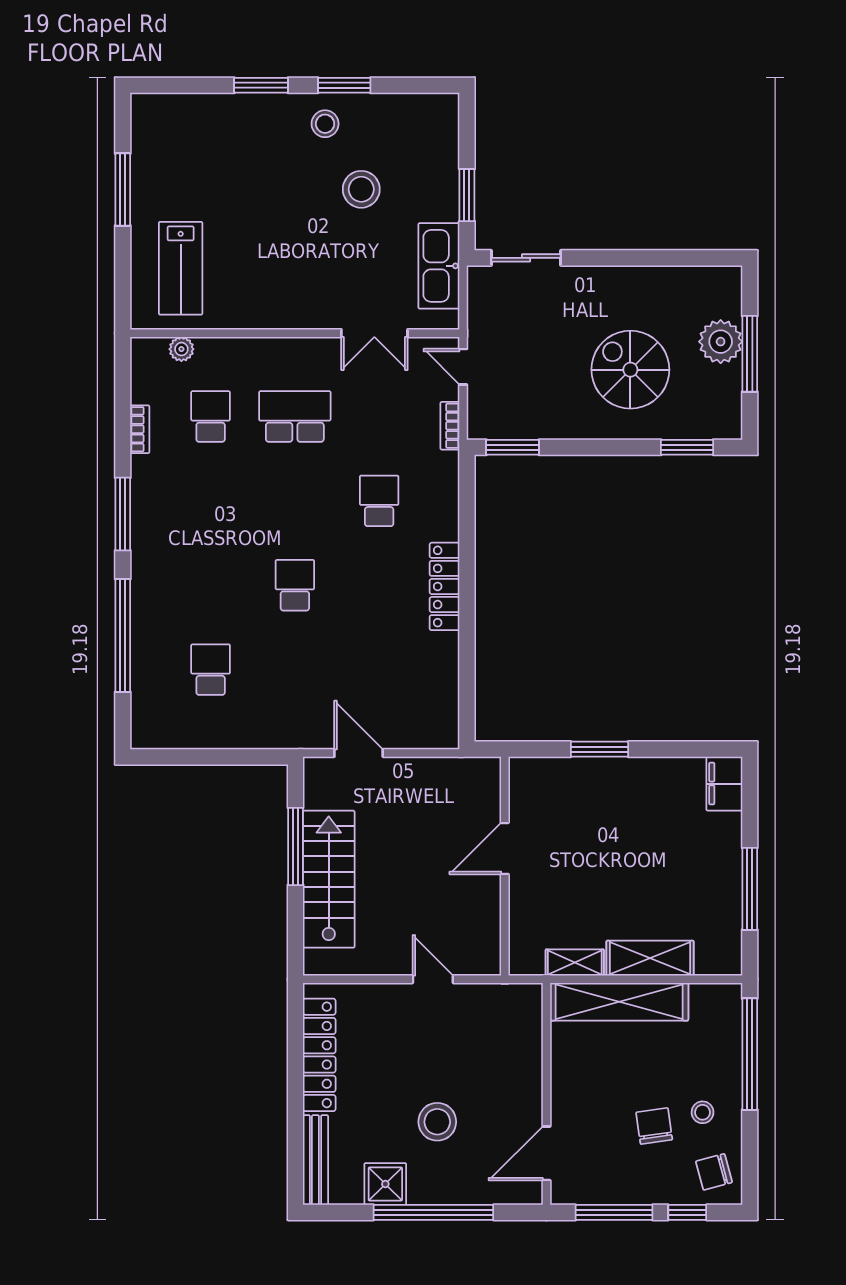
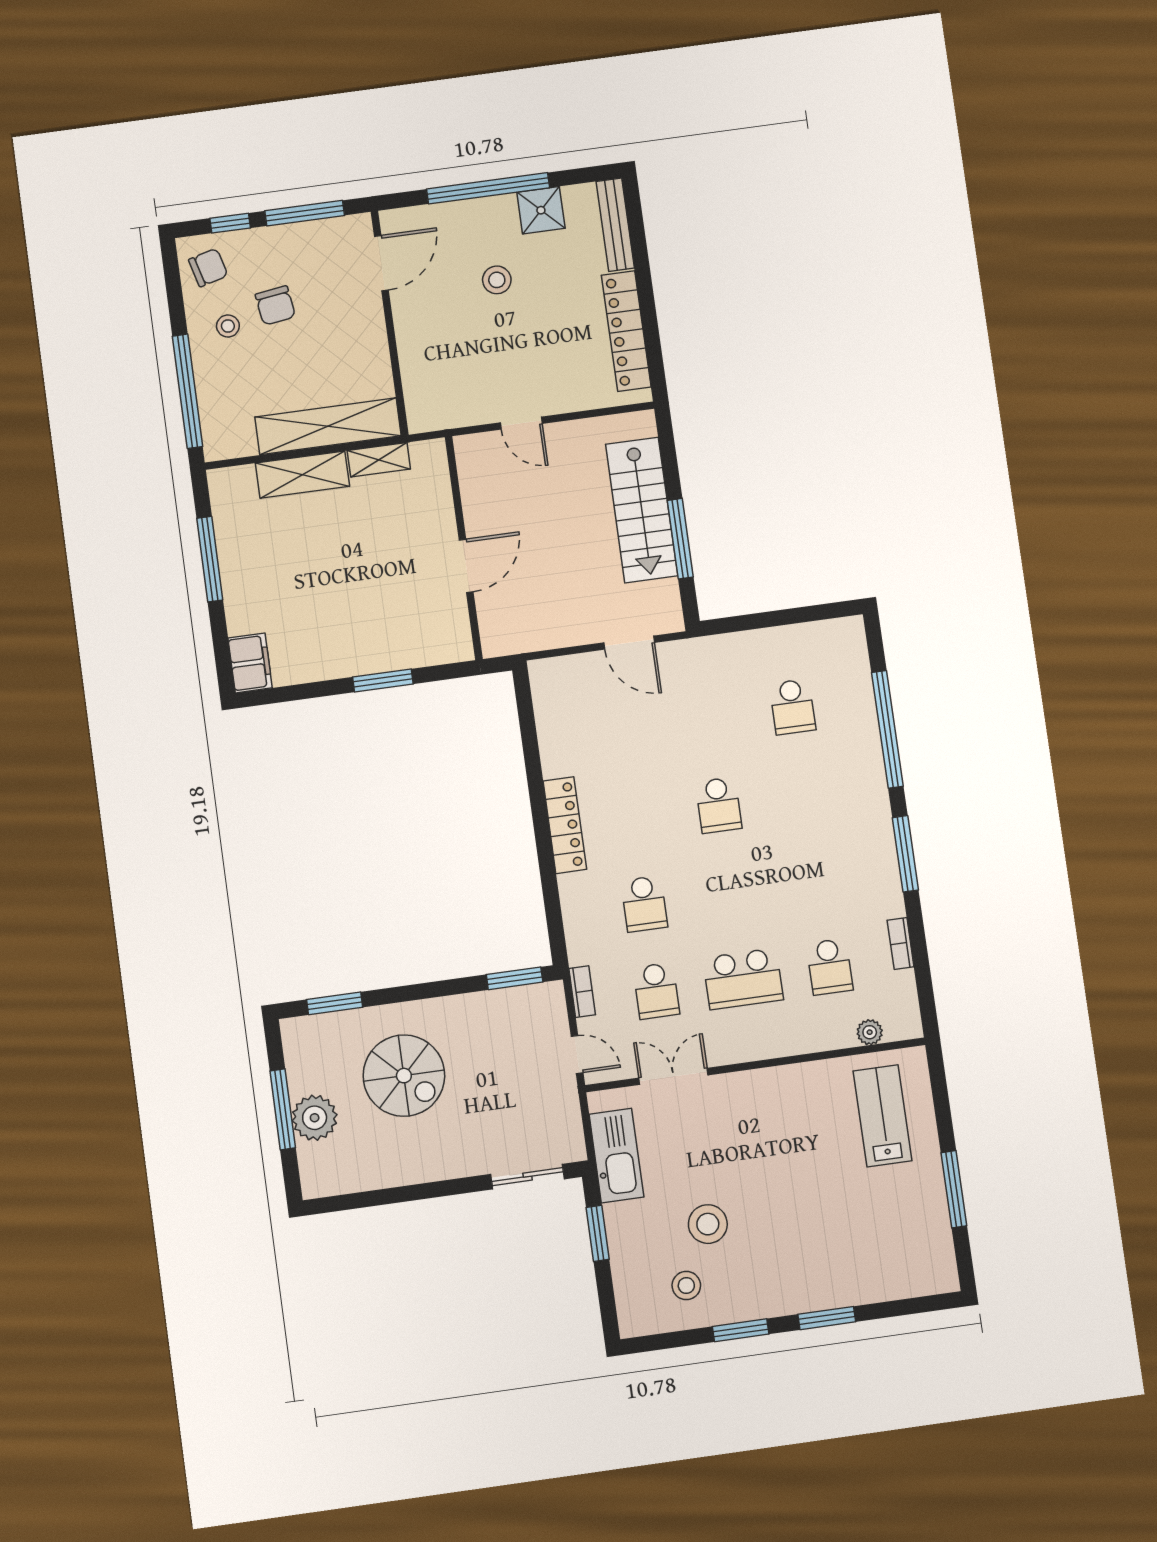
stool: (325, 124) -> (686, 1285), moved
school desk: (379, 417) -> (656, 991), added
stool: (437, 1122) -> (497, 280), width x0.73, depth x0.73

